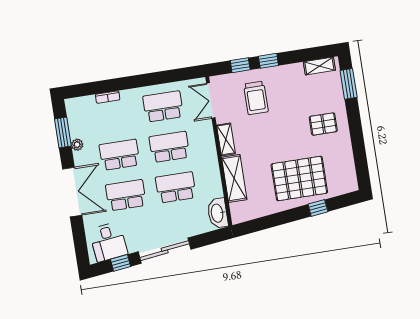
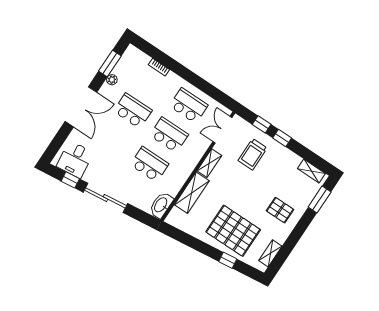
shelving: (349, 169) -> (270, 253), added
school desk: (126, 195) -> (113, 140), removed

